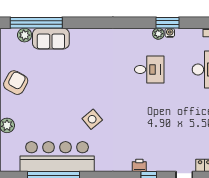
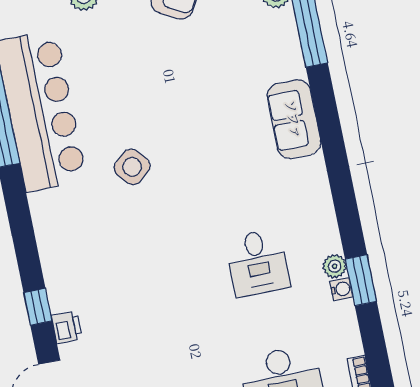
sofa: (51, 39) -> (294, 119), moved
printer: (139, 165) -> (67, 327), moved

